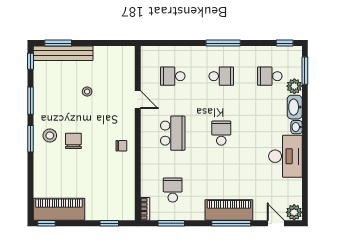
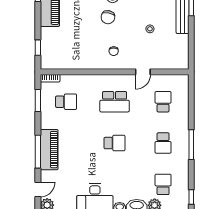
chair: (73, 141) -> (108, 17), turned 101
chair: (121, 146) -> (114, 51), moved

